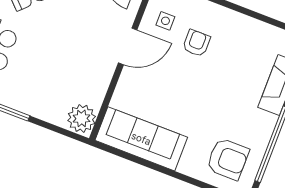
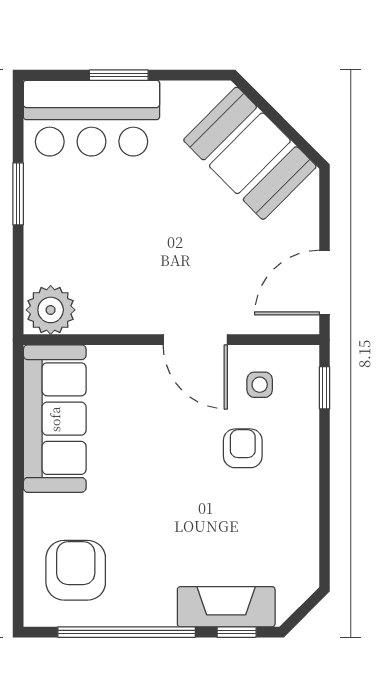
armchair: (196, 43) -> (243, 448), turned -90
armchair: (228, 159) -> (76, 570), turned 180

